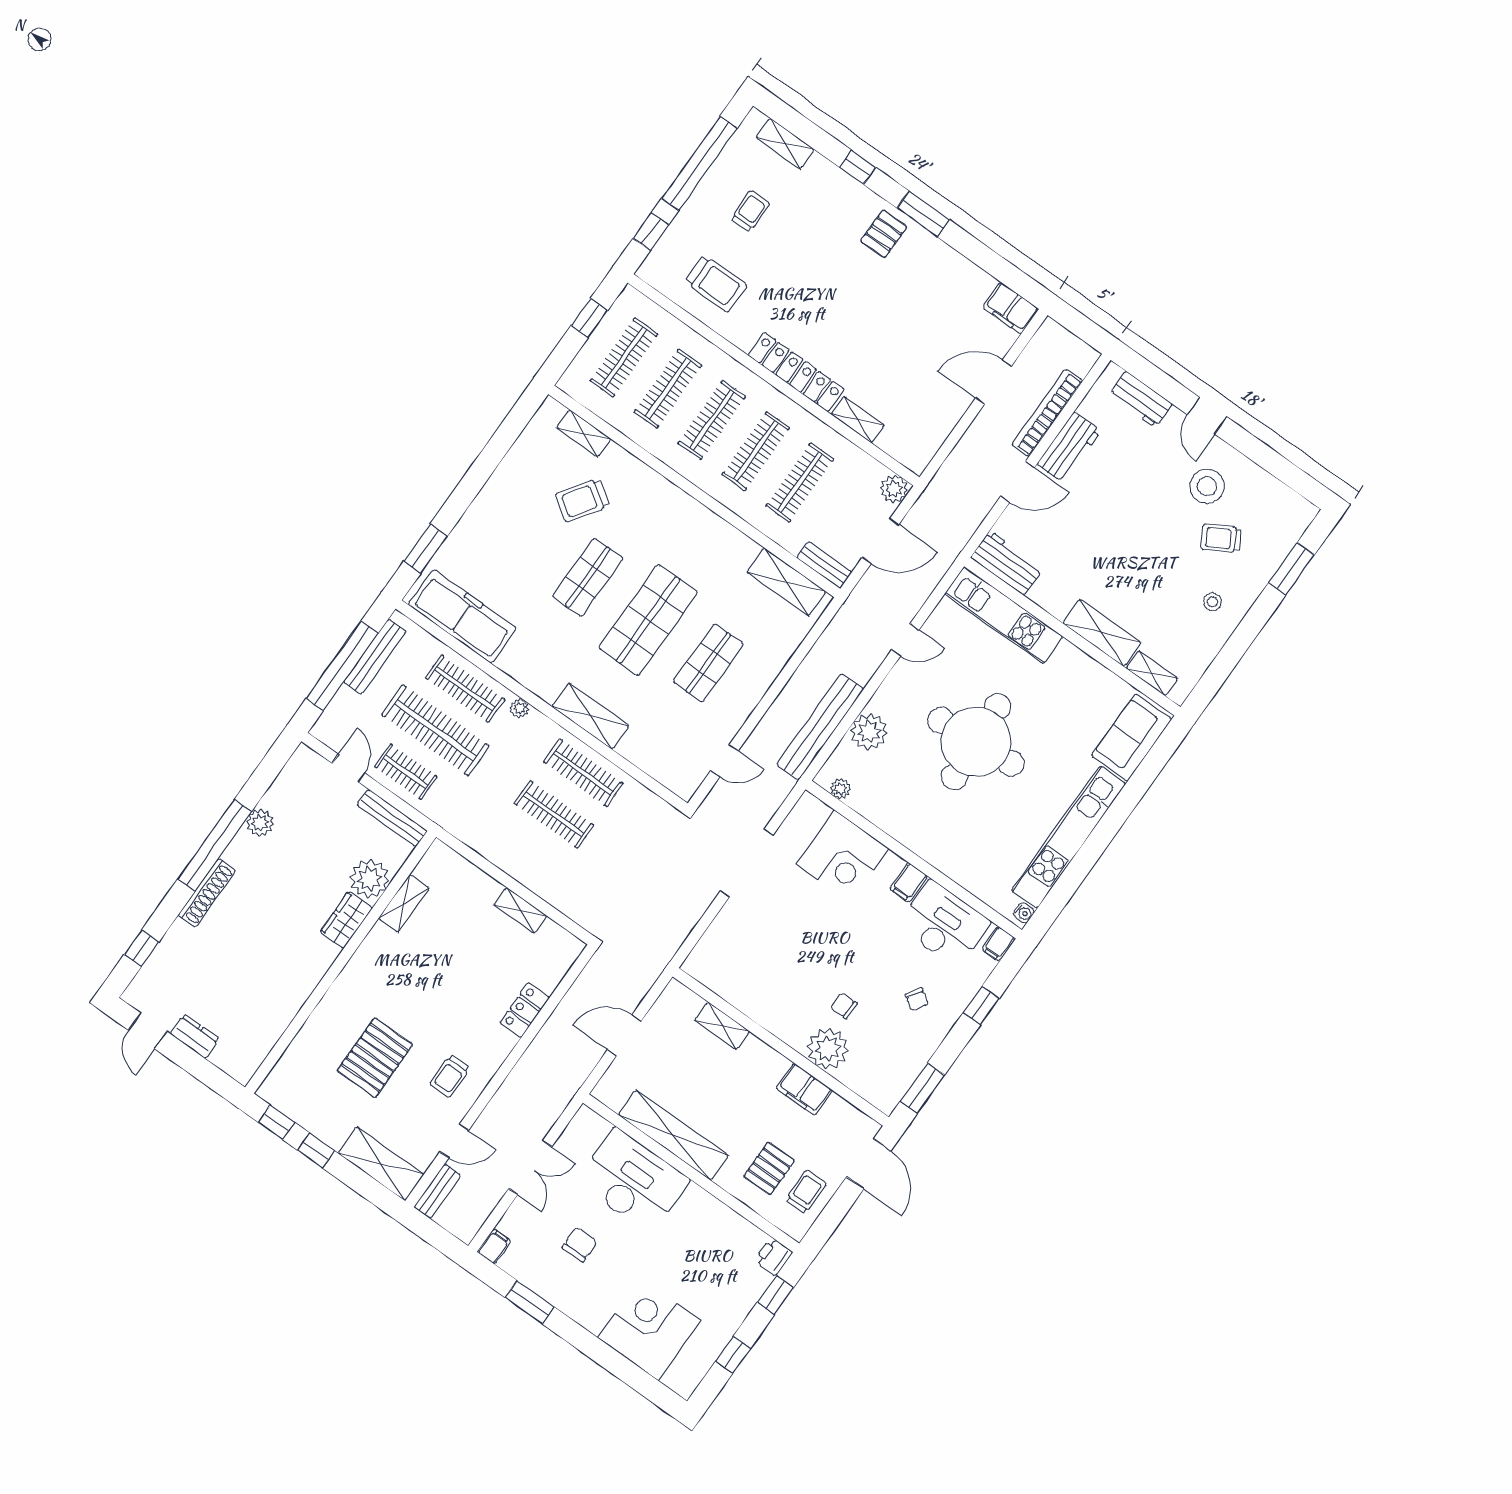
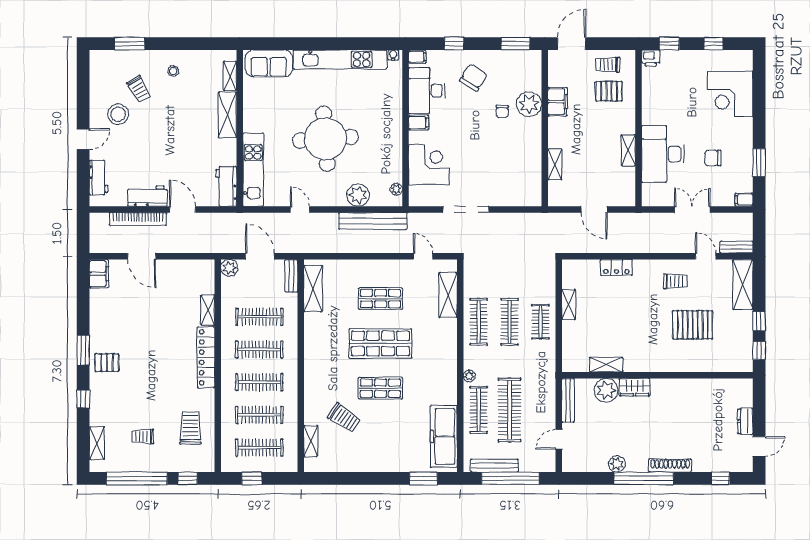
shelving: (591, 716) -> (448, 295), moved
clothes rail: (406, 772) -> (540, 322), moved
chair: (917, 999) -> (473, 78), width x1.87, depth x1.87
shelving: (673, 1135) -> (628, 150), width x0.45, depth x0.75

